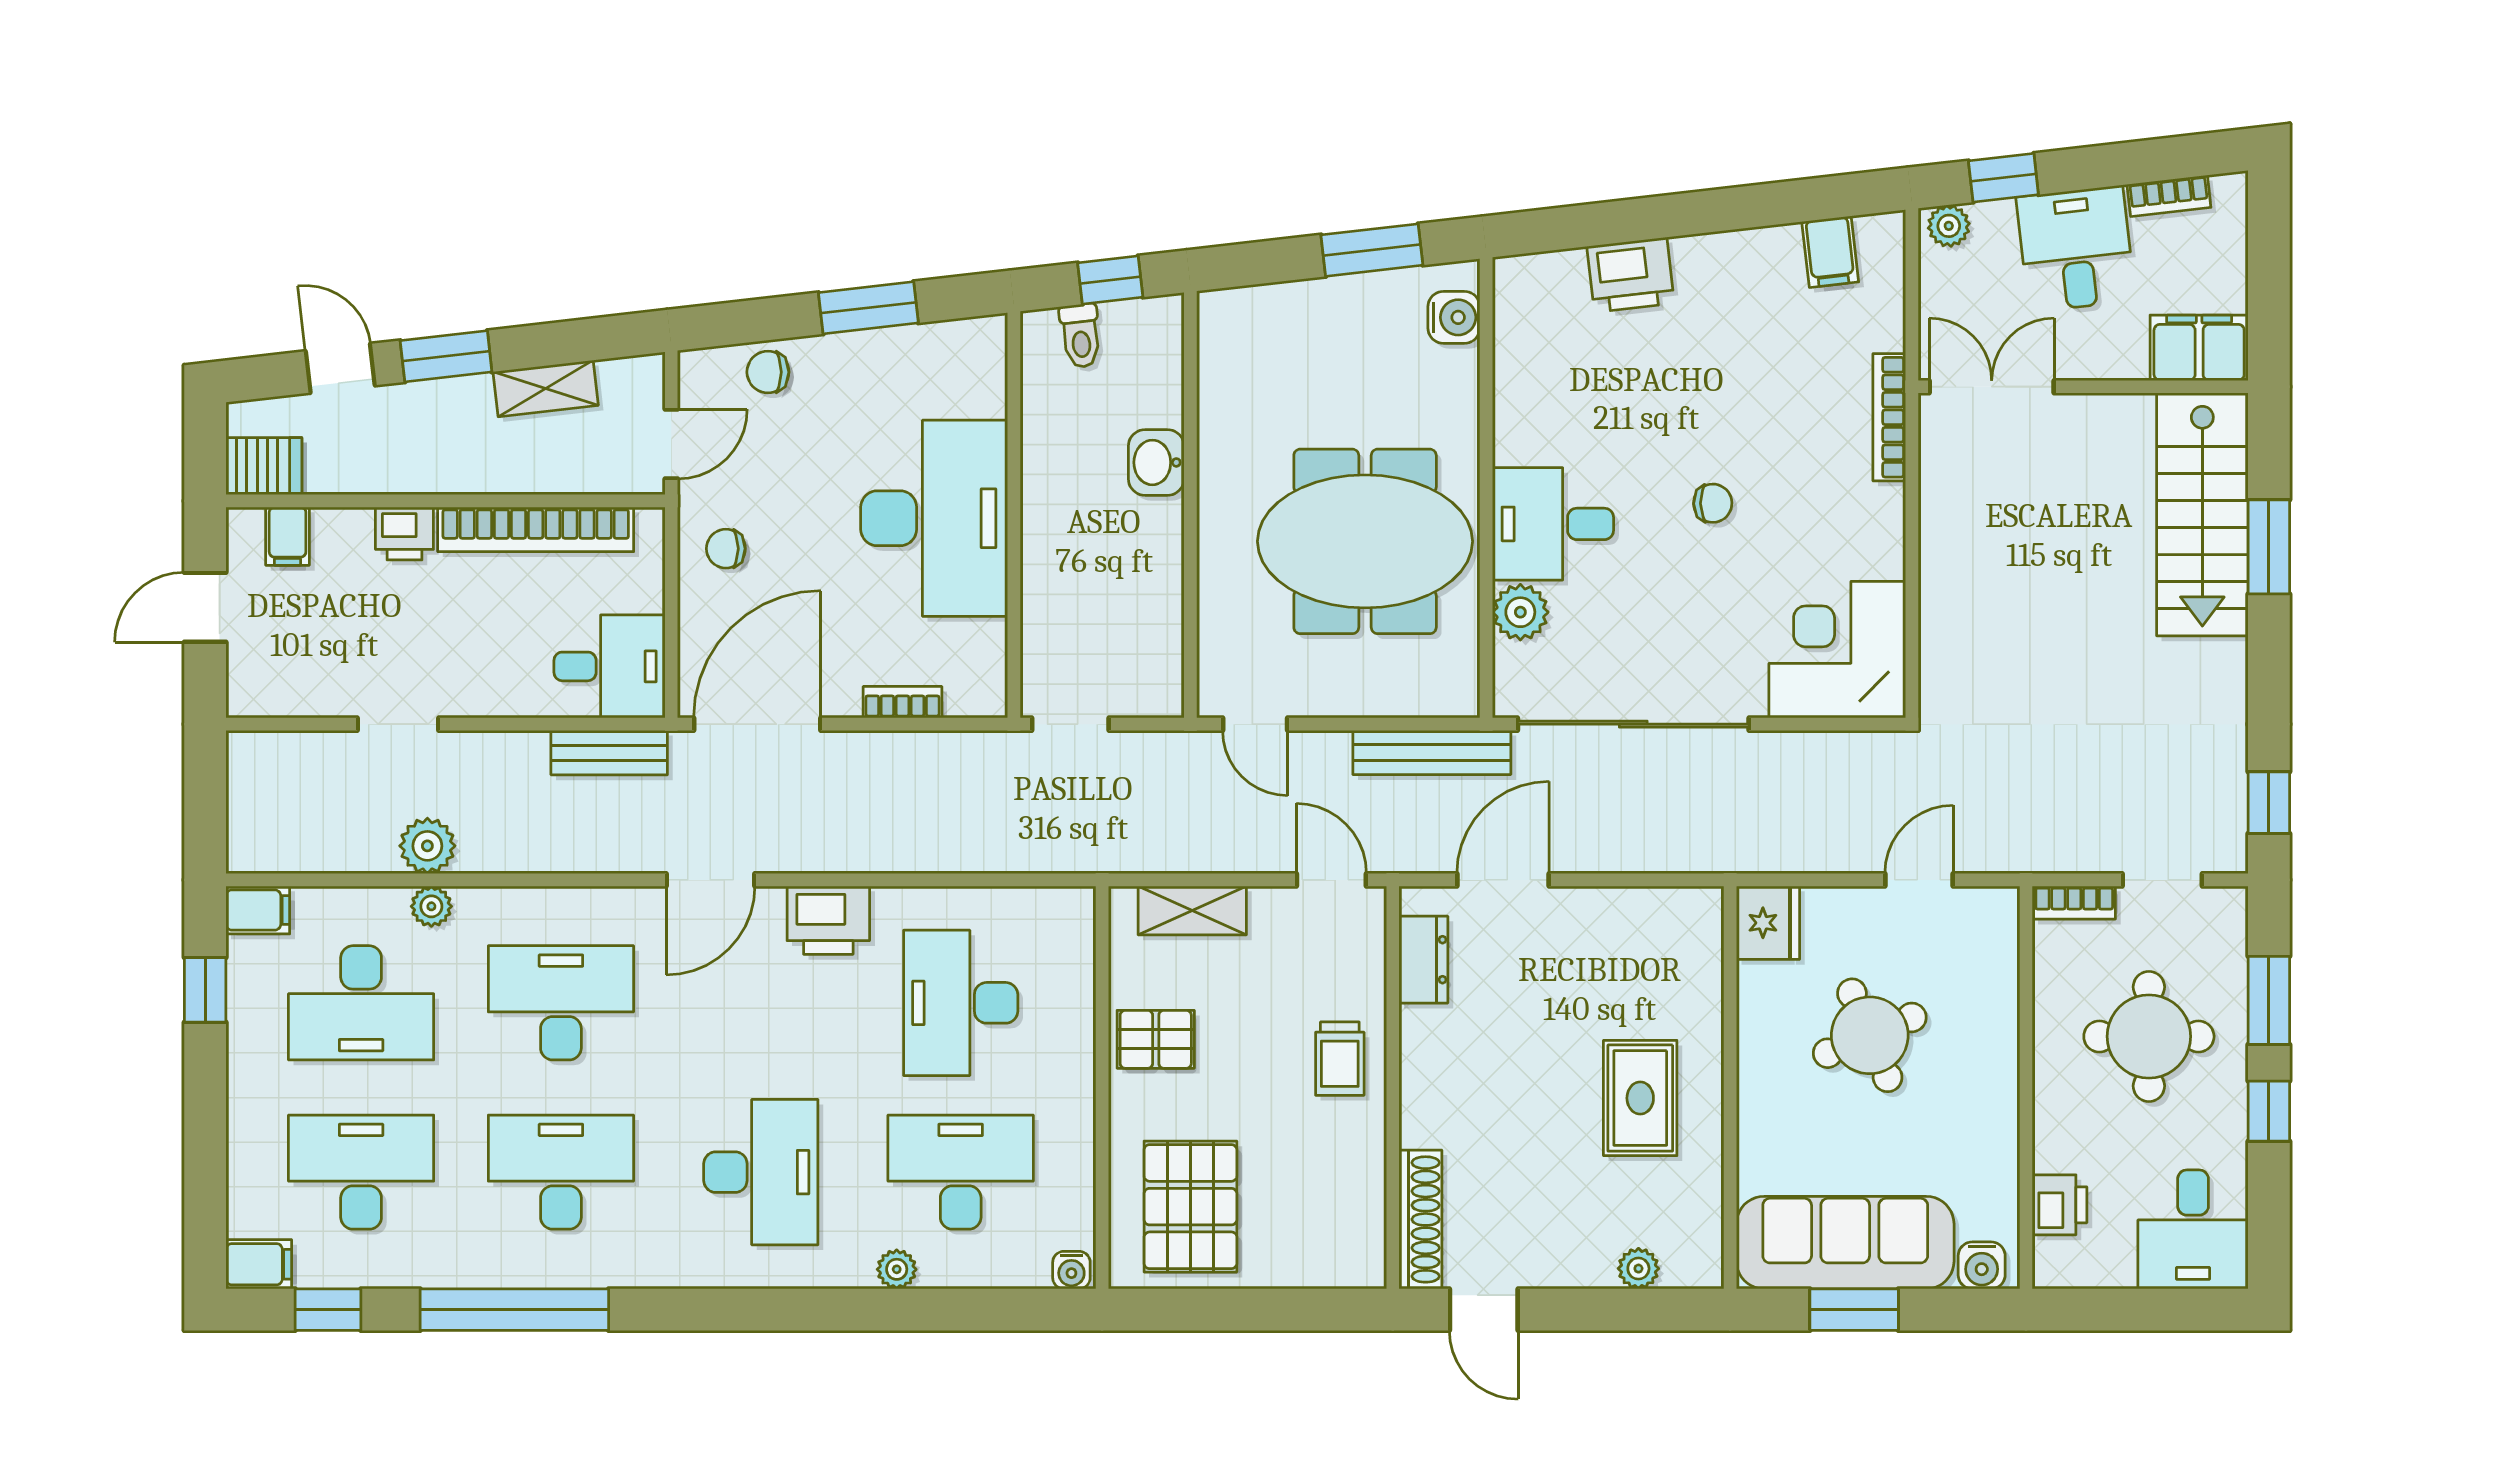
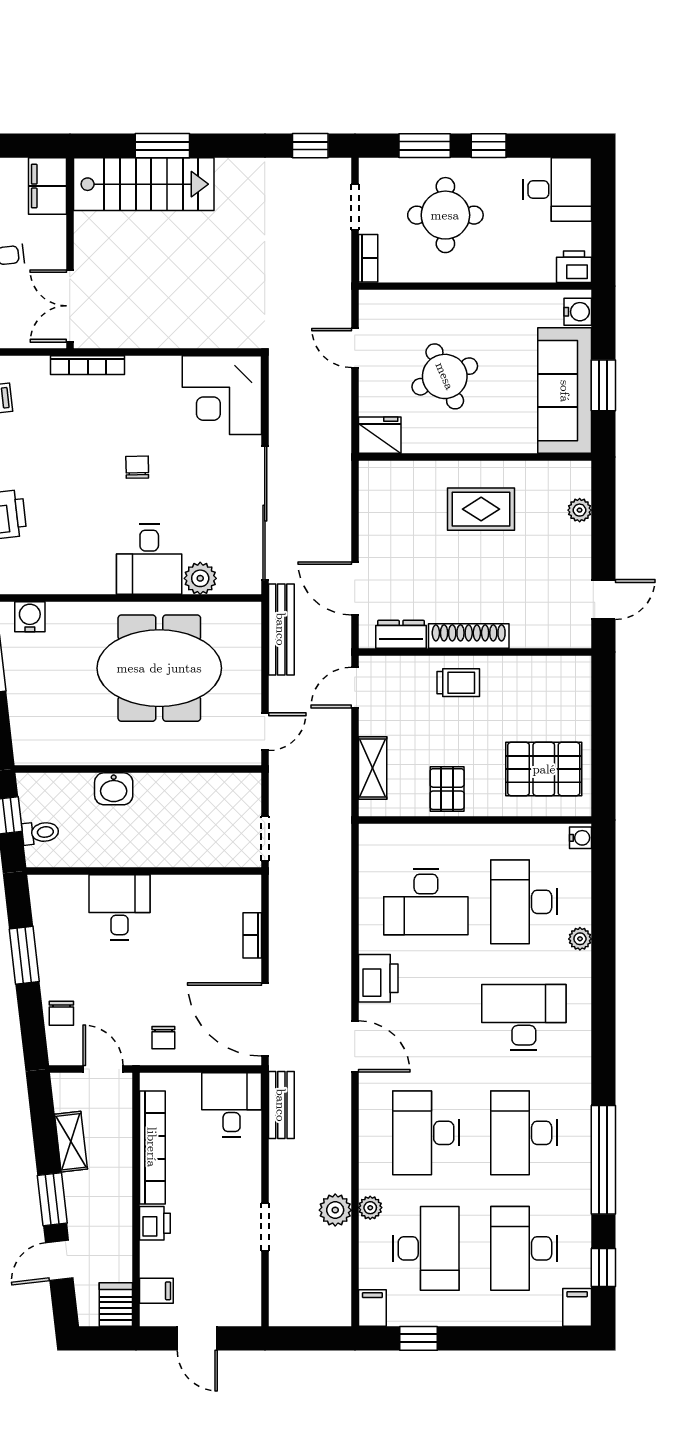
desk: (934, 518) -> (120, 907), width x0.53, depth x0.77
meeting table: (1365, 541) -> (159, 668), turned 90
printer: (2060, 1205) -> (574, 267), moved
shoe rack: (1420, 1219) -> (469, 636), moved

